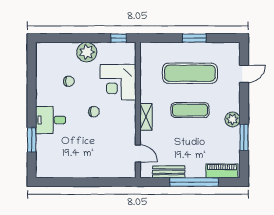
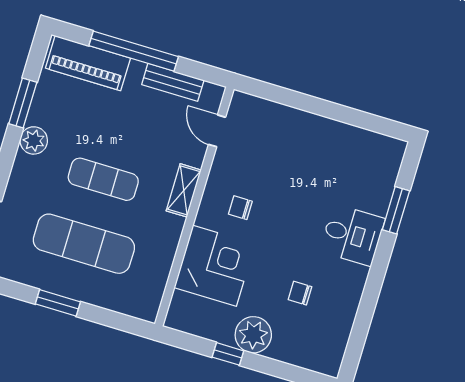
window: (119, 38) -> (228, 354), moved
chair: (94, 112) -> (240, 208), moved
piano: (222, 171) -> (88, 63), width x1.37, depth x1.33

